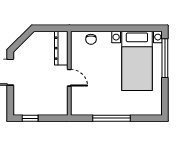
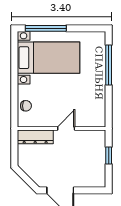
window: (30, 118) -> (109, 155), moved
window: (112, 118) -> (109, 65), moved

